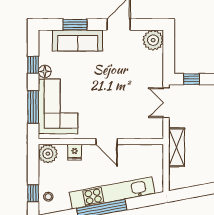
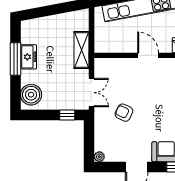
plant: (153, 40) -> (99, 157), width x0.53, depth x0.53
armchair: (132, 82) -> (124, 113), added

